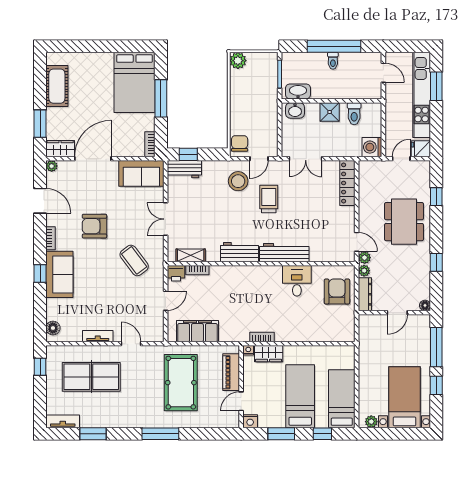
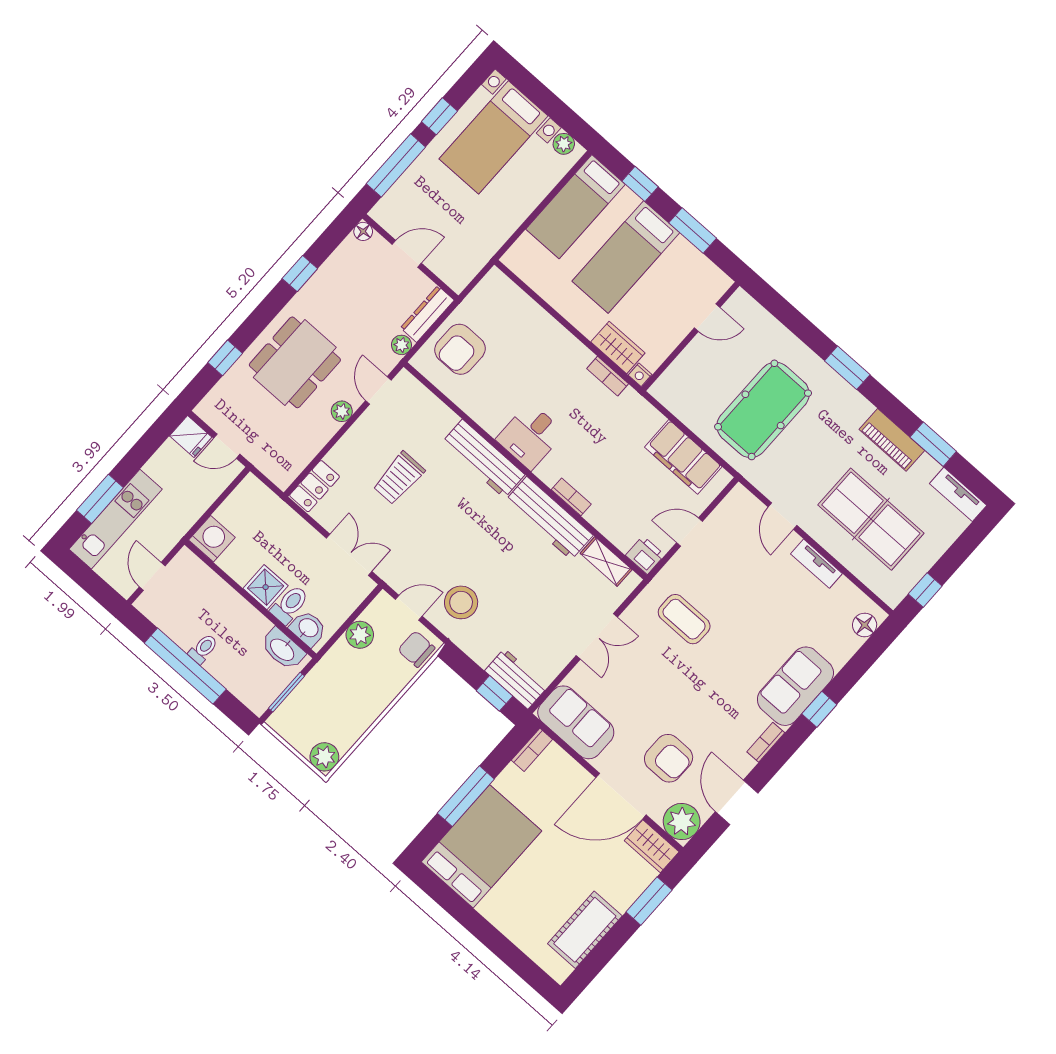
kitchen unit: (422, 95) -> (116, 519), width x0.73
toilet: (354, 114) -> (290, 605), moved
plant: (270, 128) -> (360, 635), added
chair: (240, 143) -> (416, 649), turned 90
washing machine: (372, 147) -> (212, 539), moved, turned -90
plant: (52, 166) -> (682, 822), width x1.88, depth x1.88
locker: (347, 183) -> (315, 486), width x0.66
trolley: (269, 199) -> (399, 478), moved
armchair: (94, 226) -> (669, 758), moved
workbench: (240, 252) -> (549, 518), width x1.38
plant: (365, 258) -> (342, 411), moved
coffee table: (134, 260) -> (684, 619), turned -53
bookcase: (197, 270) -> (571, 497), moved
desk: (297, 281) -> (530, 436), moved
piano: (231, 372) -> (892, 440), moved, turned 90
nightstand: (250, 421) -> (718, 282), removed
window: (160, 434) -> (847, 368), width x0.69

